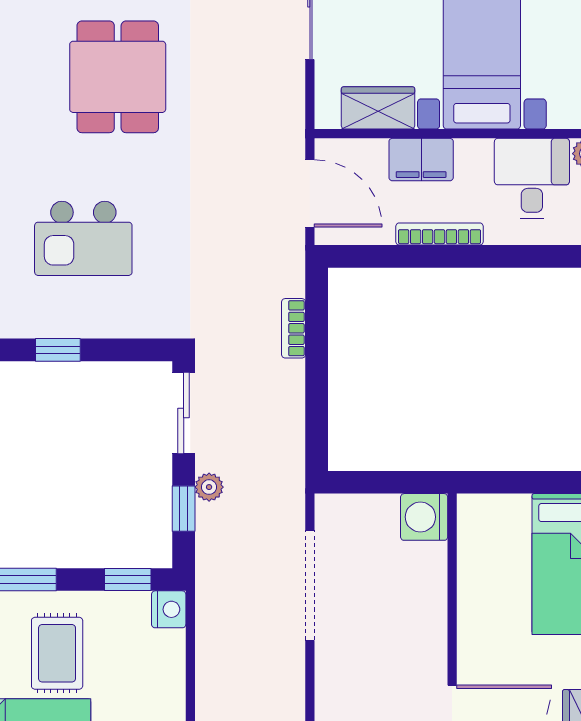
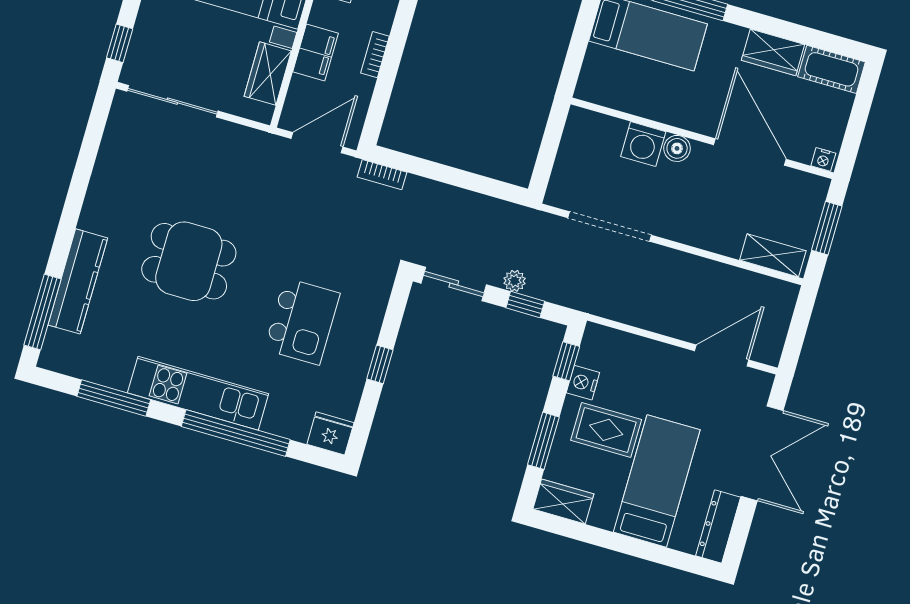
bookcase: (439, 234) -> (375, 55), width x0.64
bookcase: (294, 328) -> (382, 175), moved
washing machine: (424, 517) -> (643, 144), moved
nightstand: (169, 609) -> (583, 383), moved, turned -90
boiler: (431, 641) -> (677, 148), added

